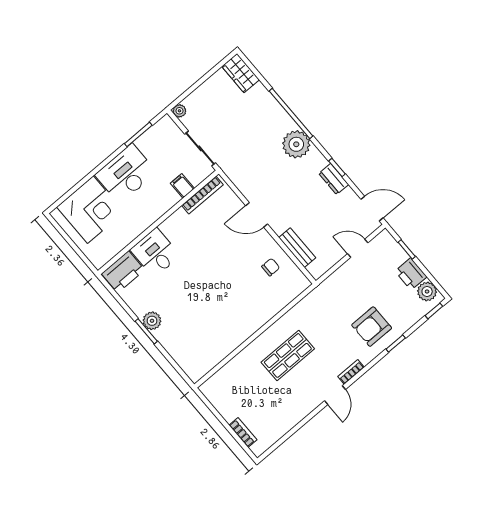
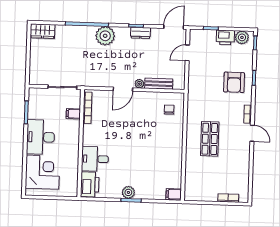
plant: (179, 111) -> (139, 84), moved
chair: (271, 267) -> (169, 110), moved
filing cabinet: (194, 371) -> (174, 194), added

